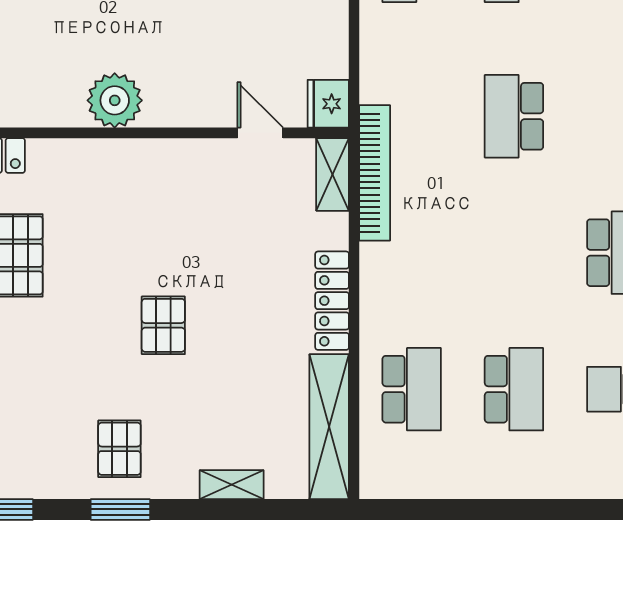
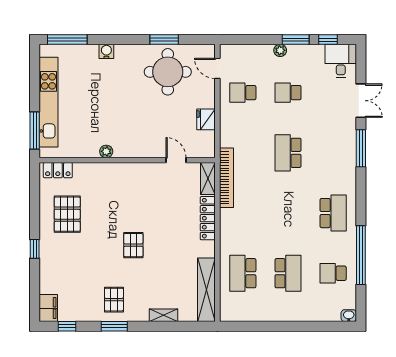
plant: (115, 100) -> (106, 151), width x0.53, depth x0.53
fridge: (328, 104) -> (206, 119), moved
locker: (332, 301) -> (208, 218), moved
school desk: (412, 389) -> (243, 273), turned 180

